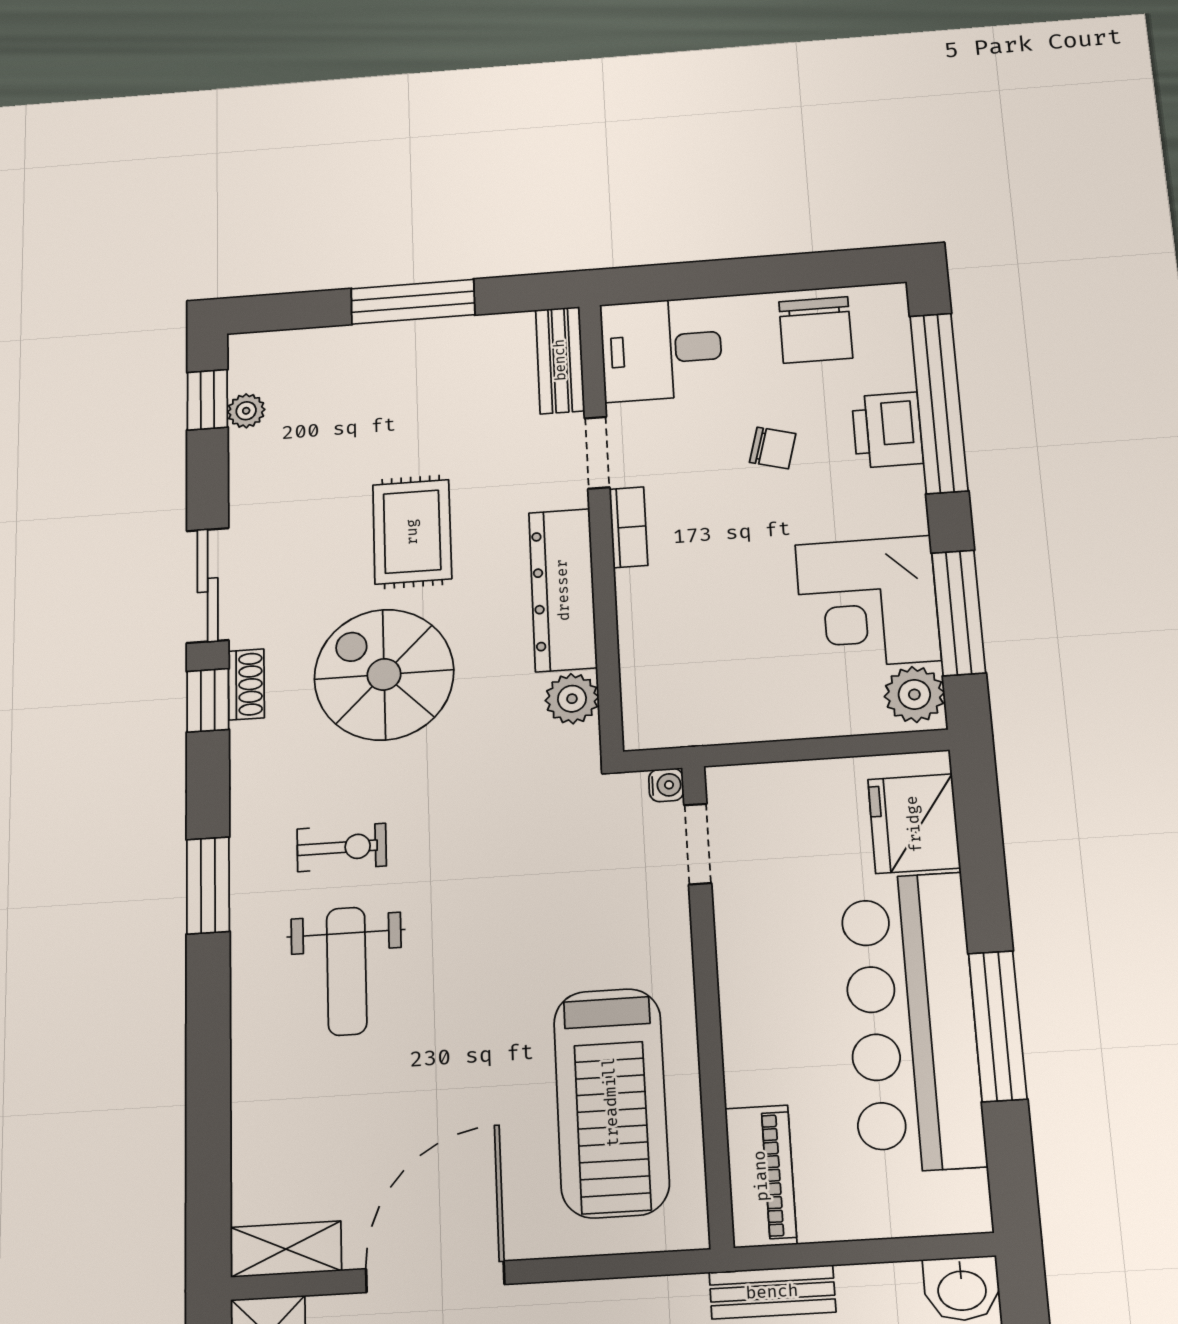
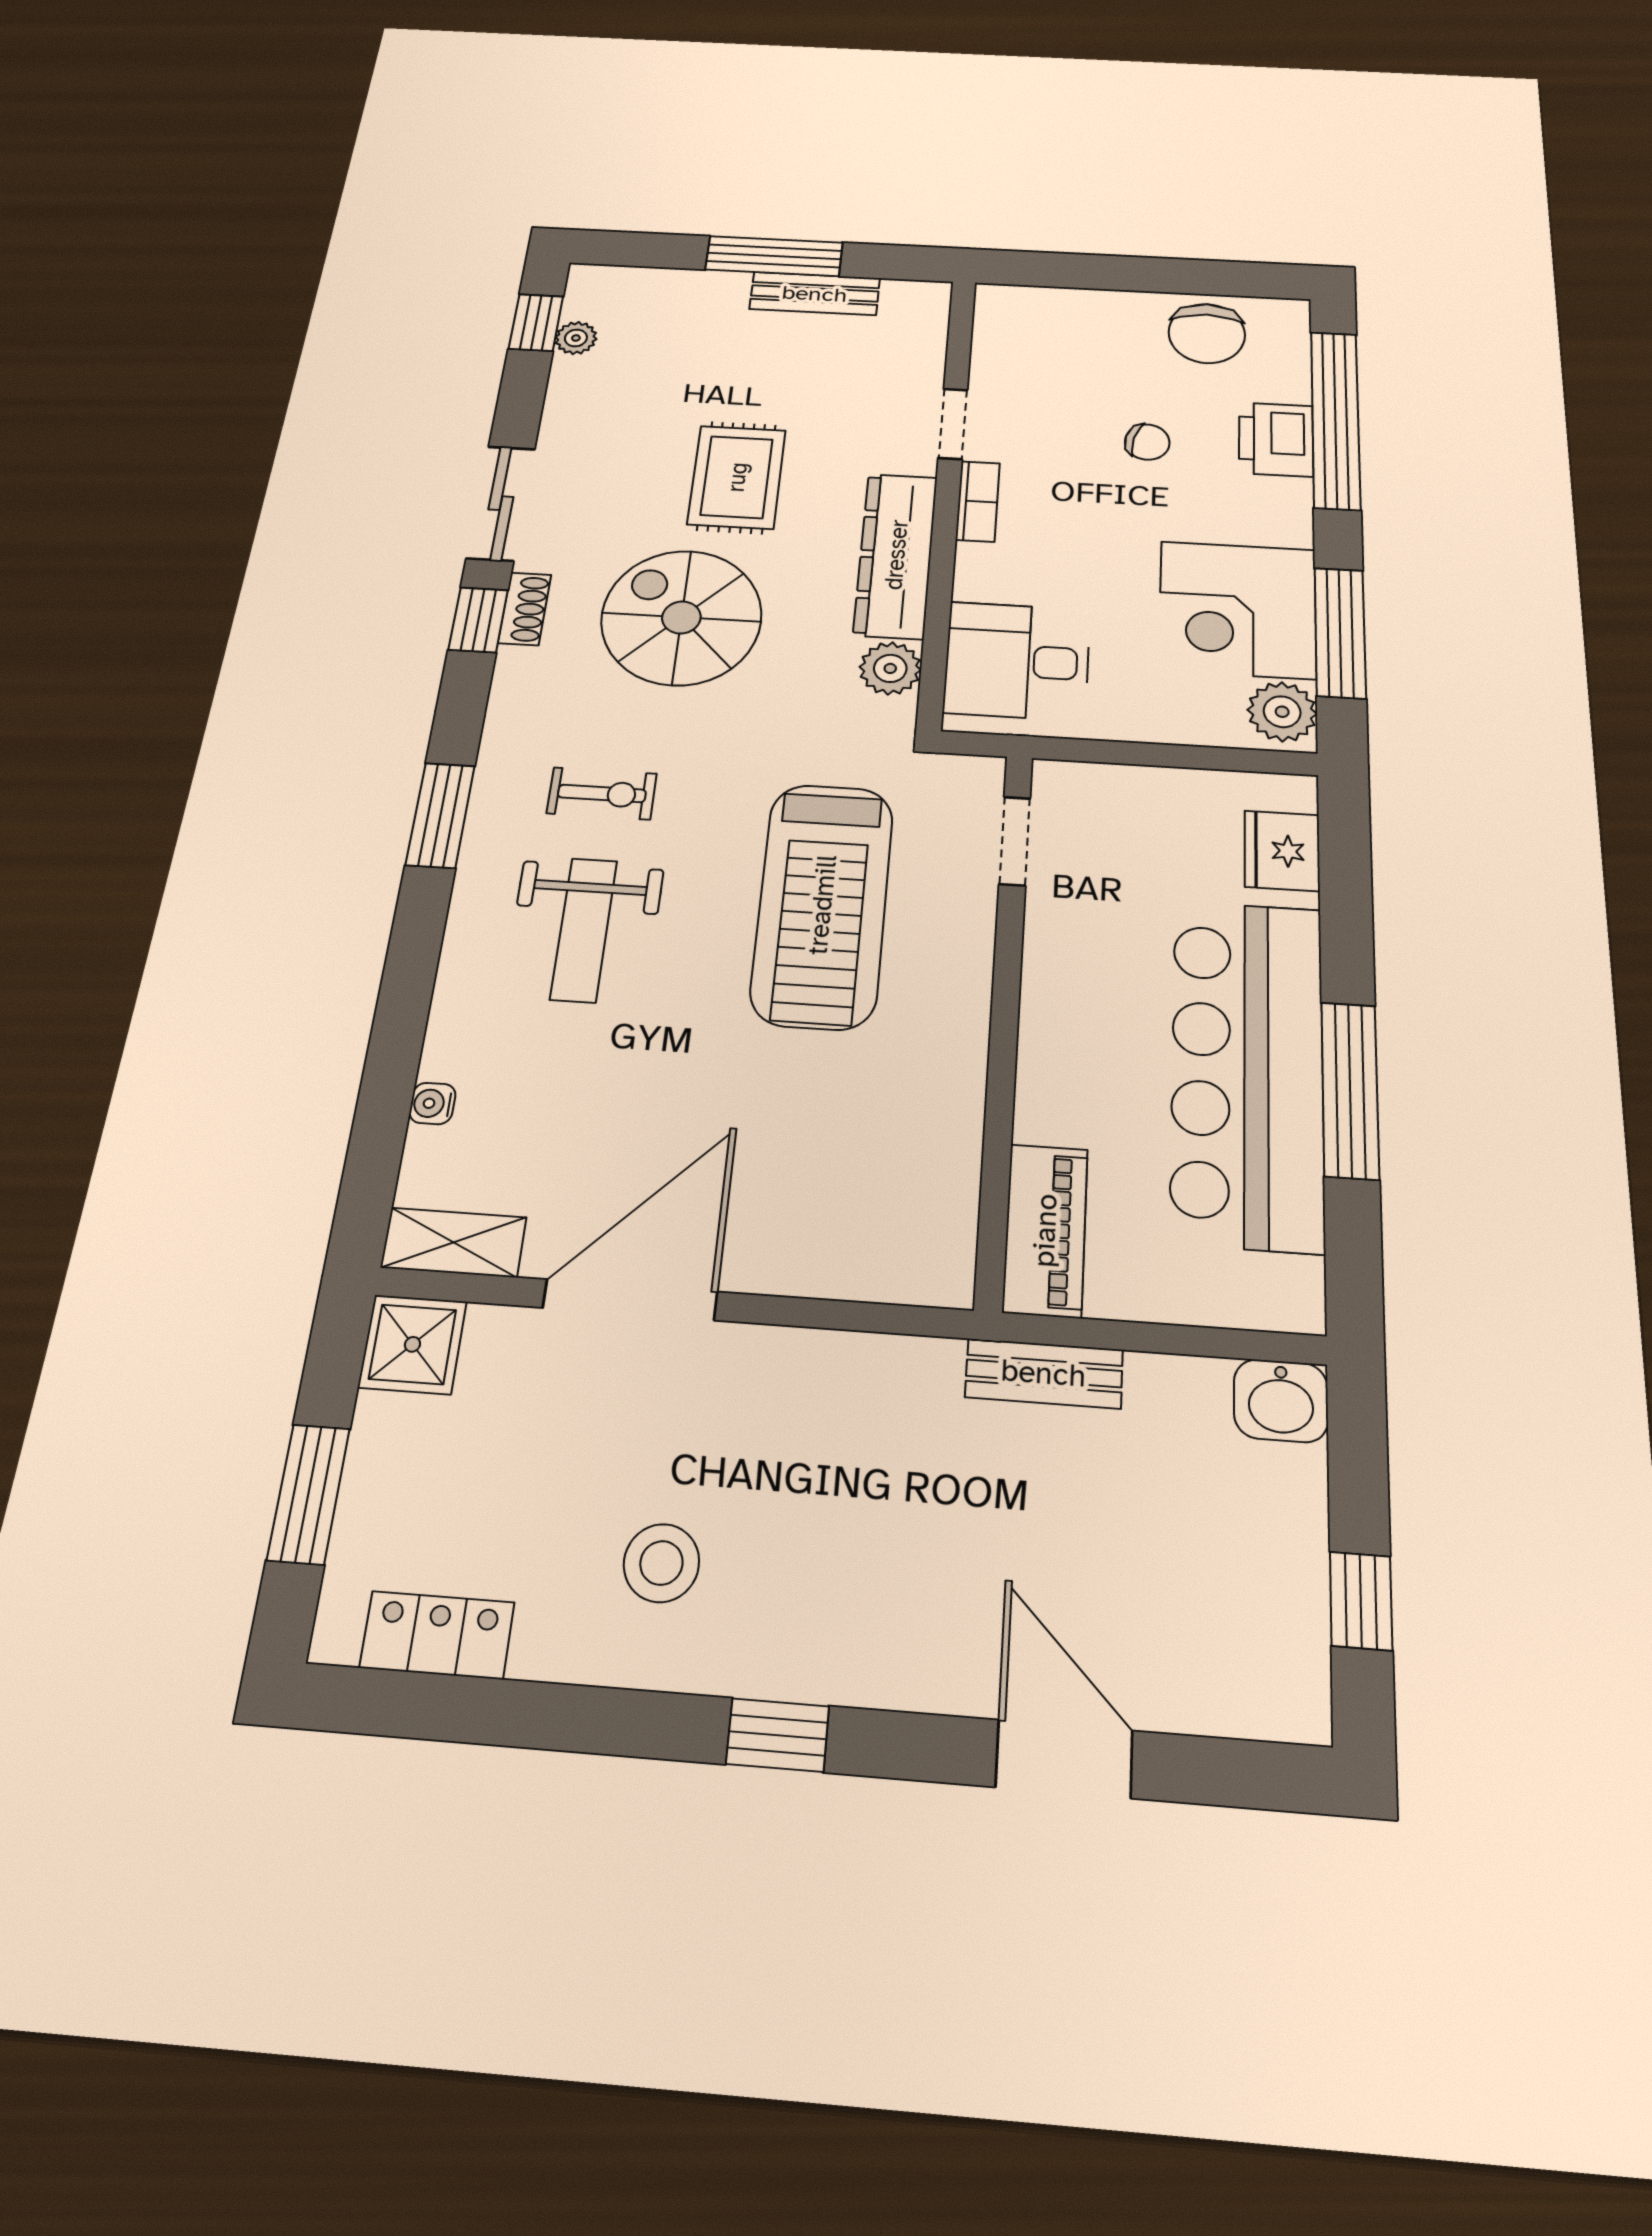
desk: (661, 349) -> (1017, 661), moved
bench: (560, 360) -> (815, 294), moved, turned 90
water cooler: (666, 785) -> (432, 1103), moved, turned 180
fridge: (914, 824) -> (1282, 851), width x0.73, depth x0.75
treadmill: (611, 1102) -> (822, 905), moved

